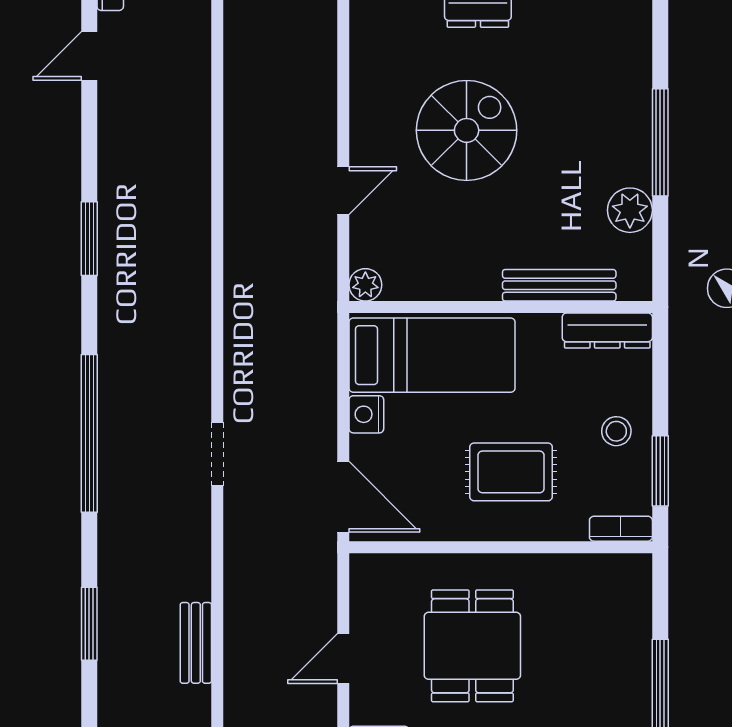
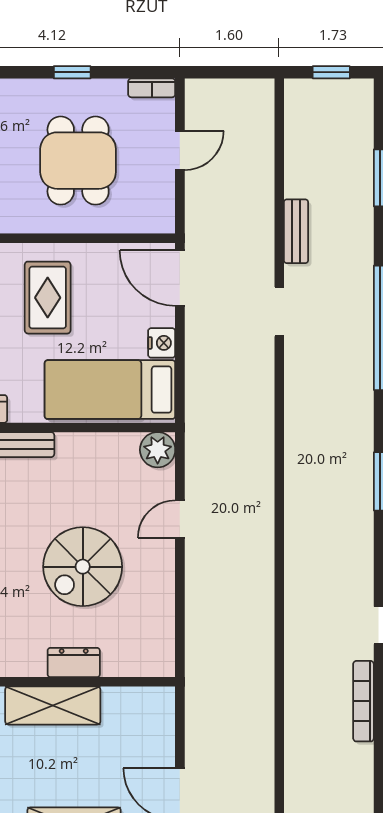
plant: (365, 285) -> (158, 450), width x1.38, depth x1.38
rug: (511, 472) -> (48, 298), turned 90
bench: (196, 643) -> (296, 231), moved

